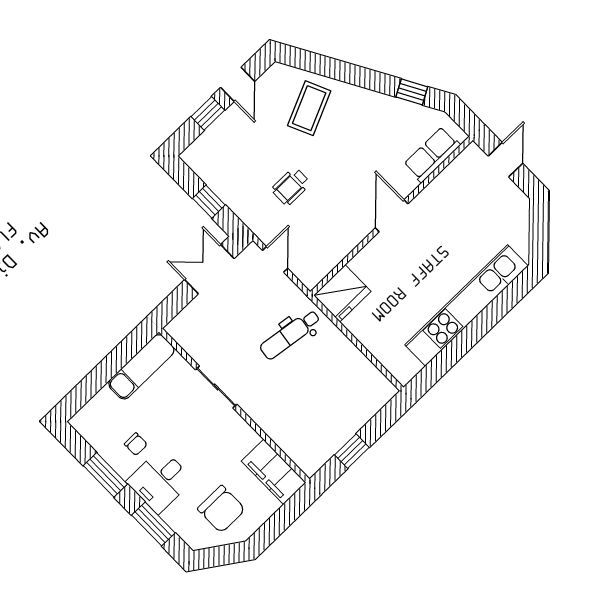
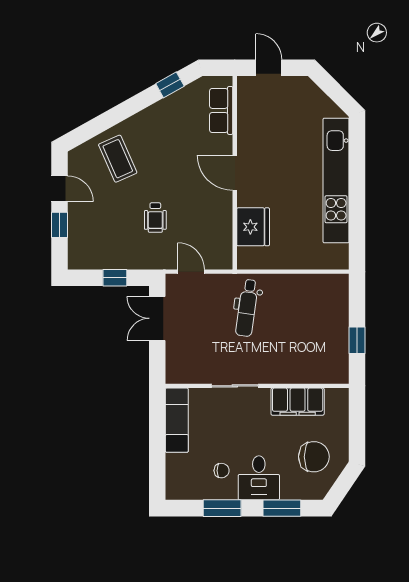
fridge: (342, 293) -> (253, 227), moved
filing cabinet: (274, 472) -> (298, 402), moved

